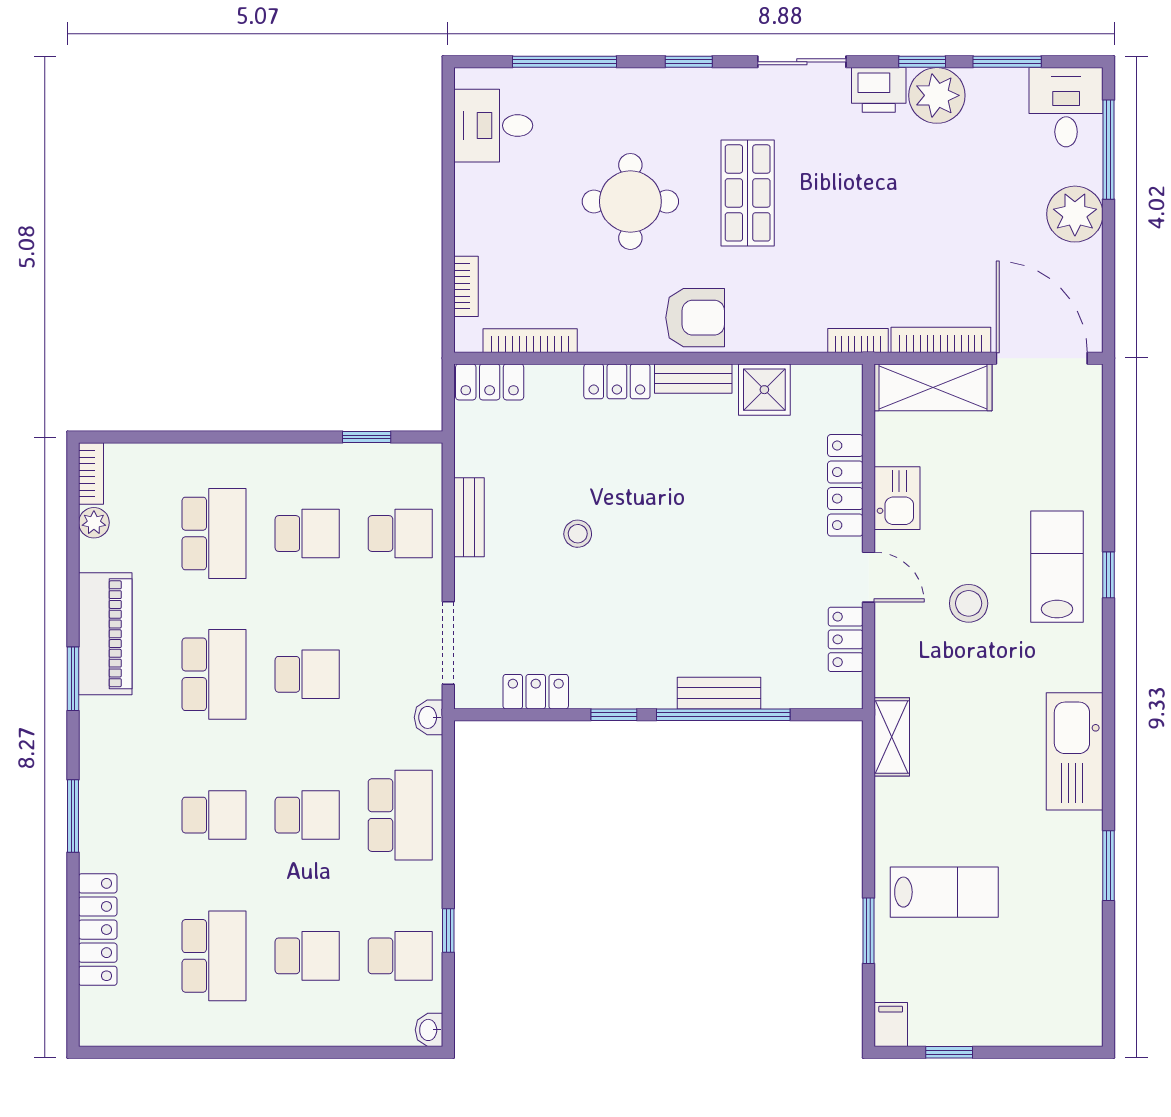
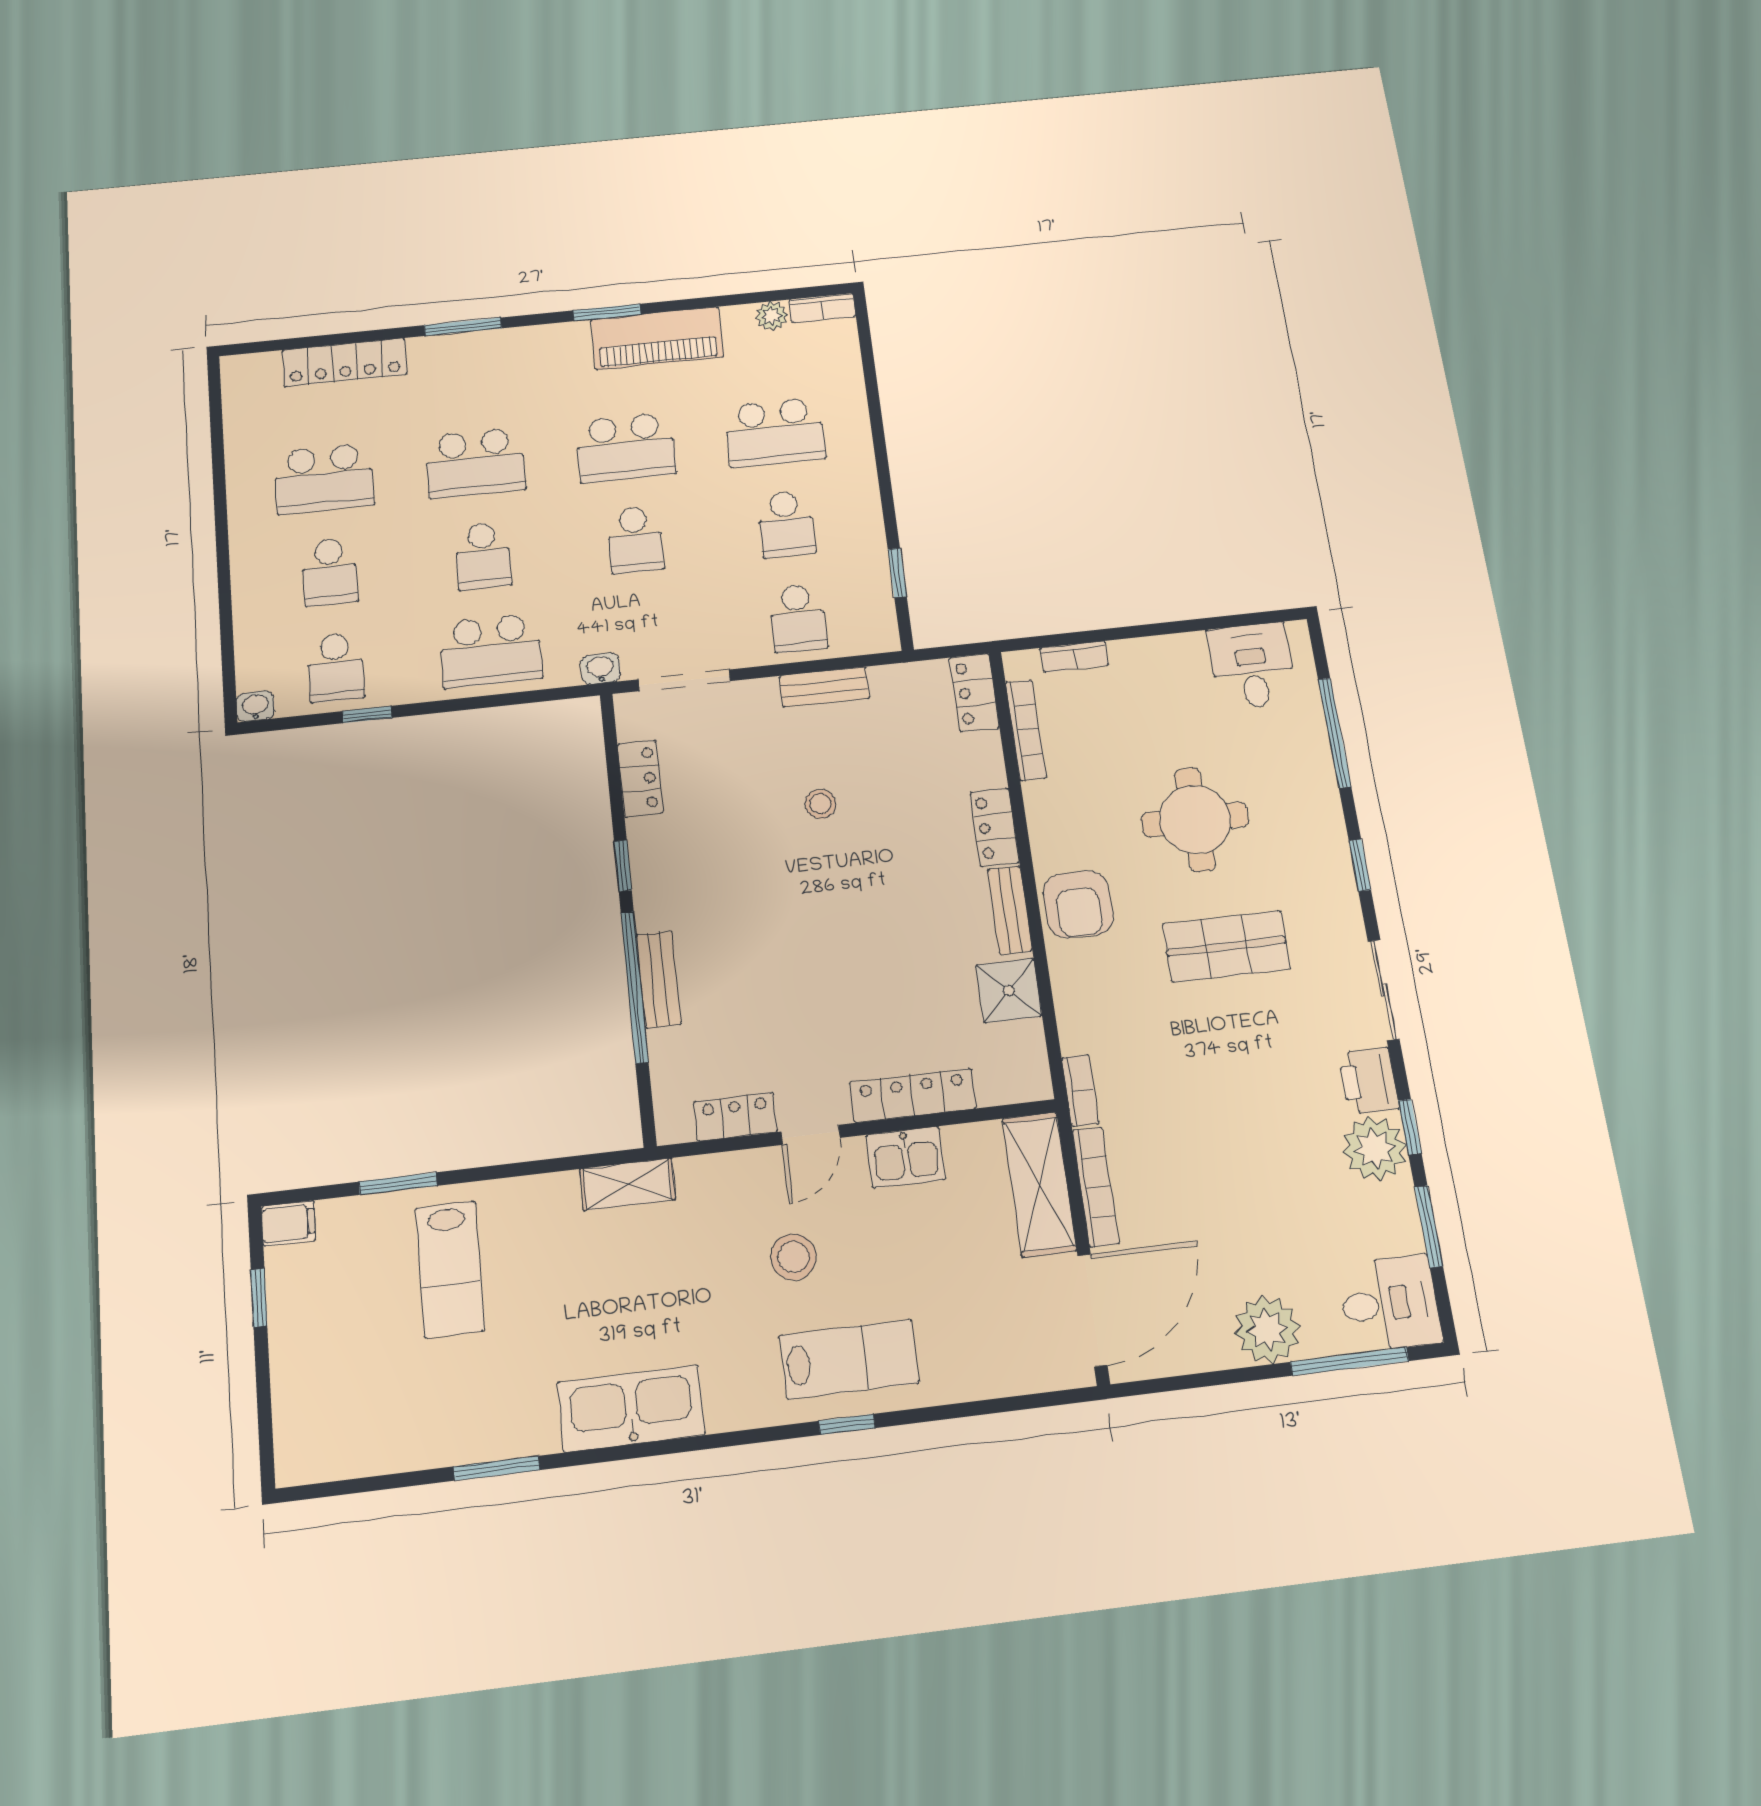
school desk: (214, 815) -> (475, 463), width x1.85

